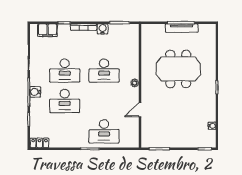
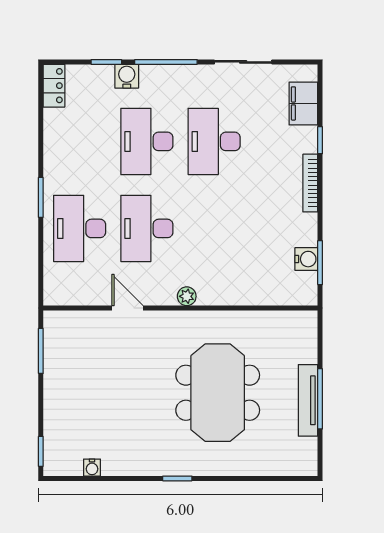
water cooler: (103, 29) -> (306, 259), moved
desk: (104, 71) -> (147, 228), moved
water cooler: (35, 92) -> (127, 76), moved

